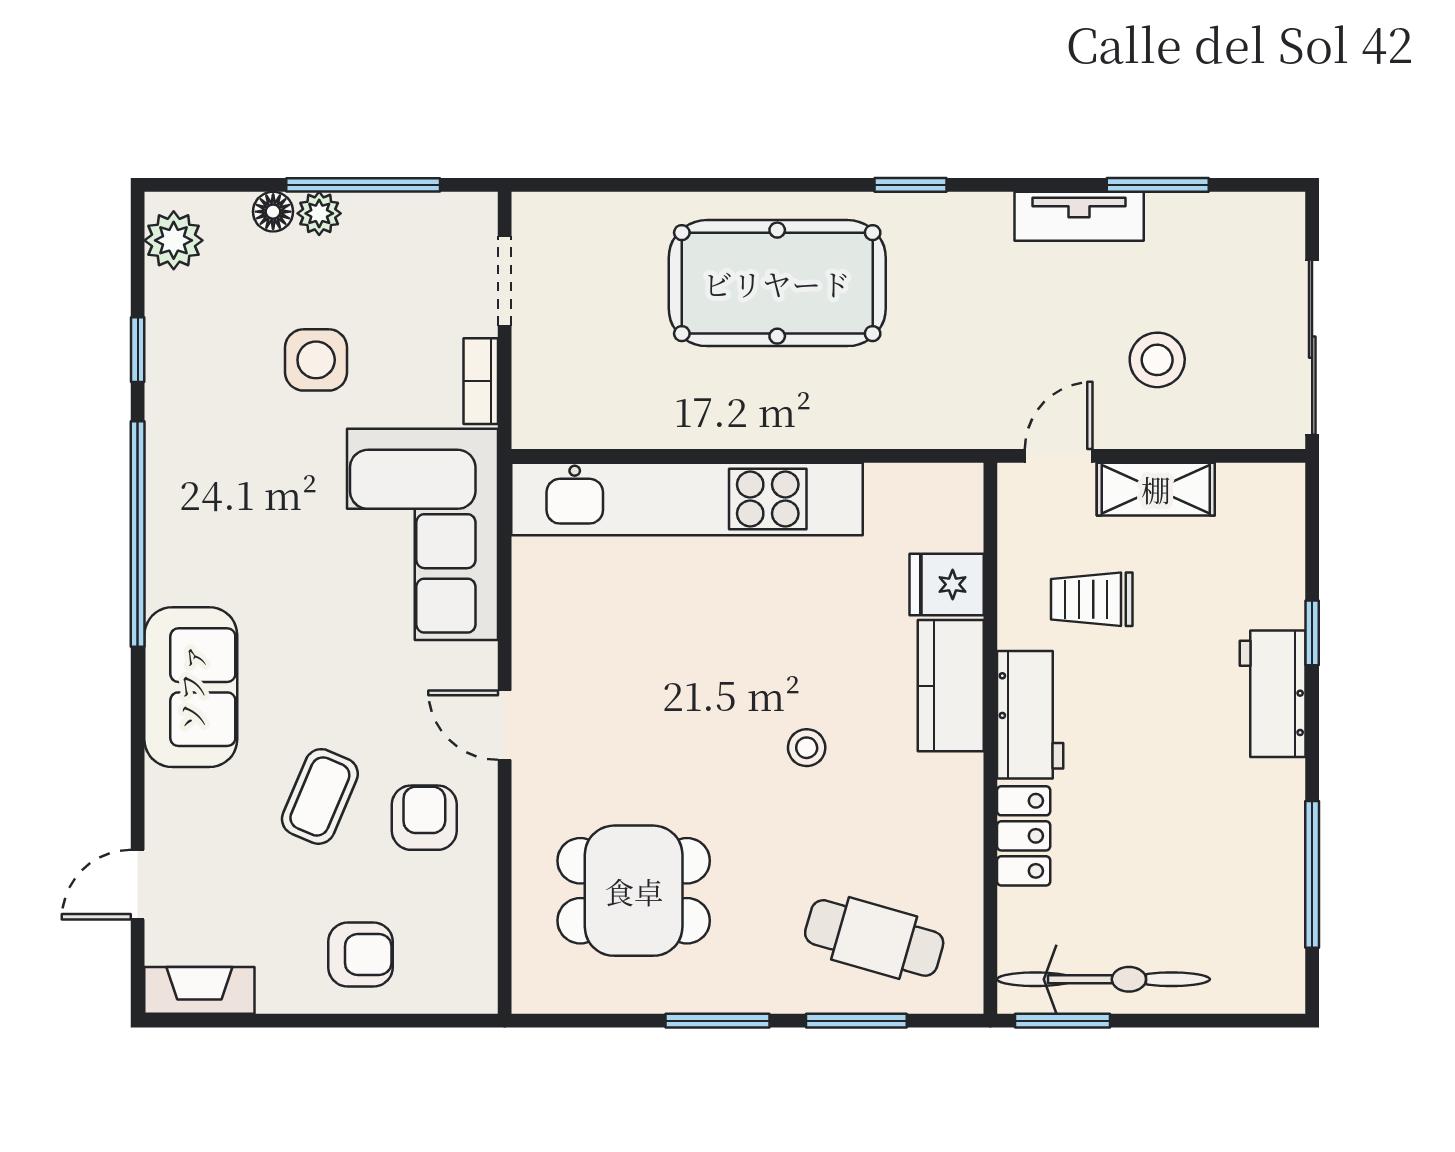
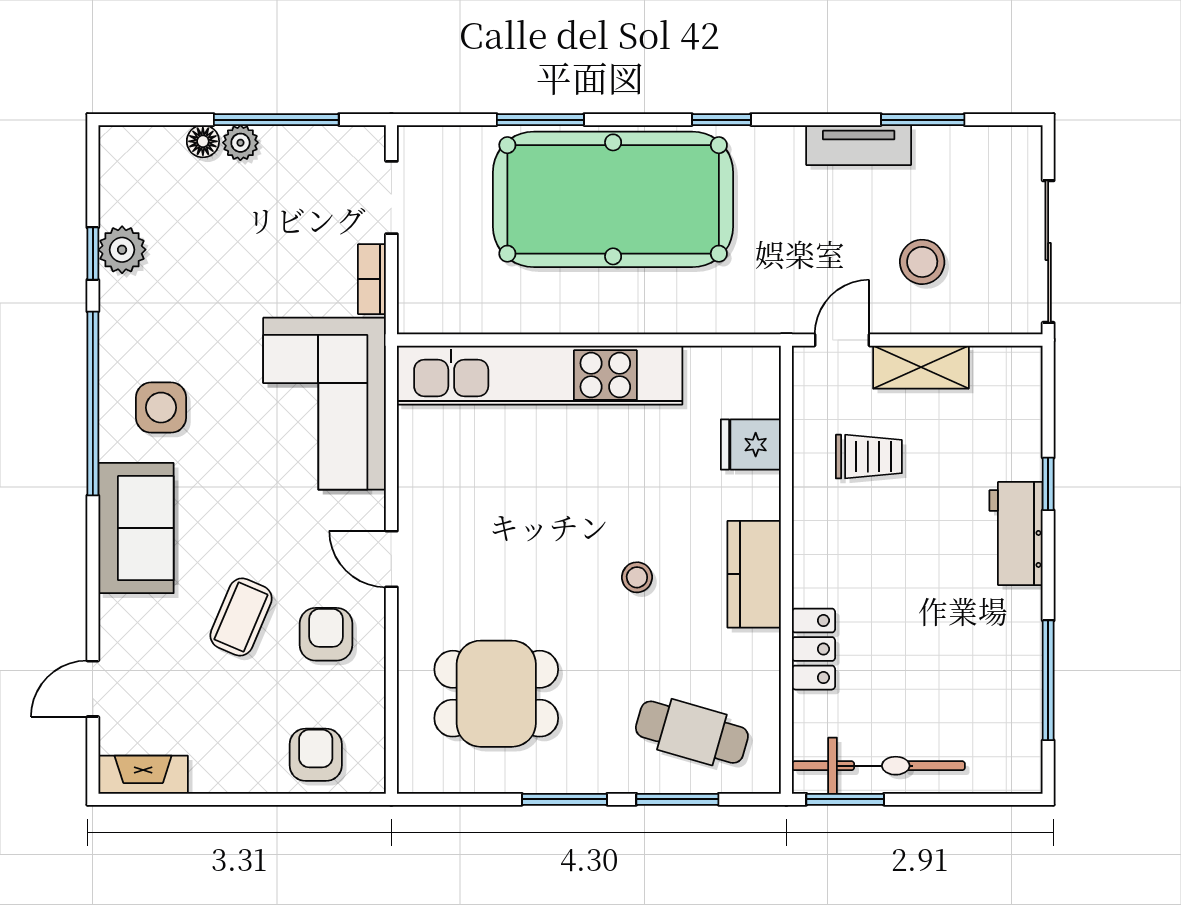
window: (688, 185) -> (540, 120), added
plant: (174, 240) -> (122, 250), moved
pool table: (777, 283) -> (613, 199), width x1.36, depth x1.32
side table: (316, 360) -> (161, 408), moved
trolley: (1092, 599) -> (869, 457), turned 180
kitchen counter: (951, 686) -> (754, 574), moved
workbench: (1030, 715) -> (819, 551), removed
armchair: (361, 955) -> (316, 755), moved, turned -90

